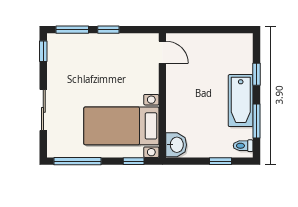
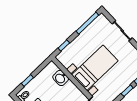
bed with nightstands: (121, 126) -> (95, 68), moved
washbasin: (176, 145) -> (61, 78), moved

